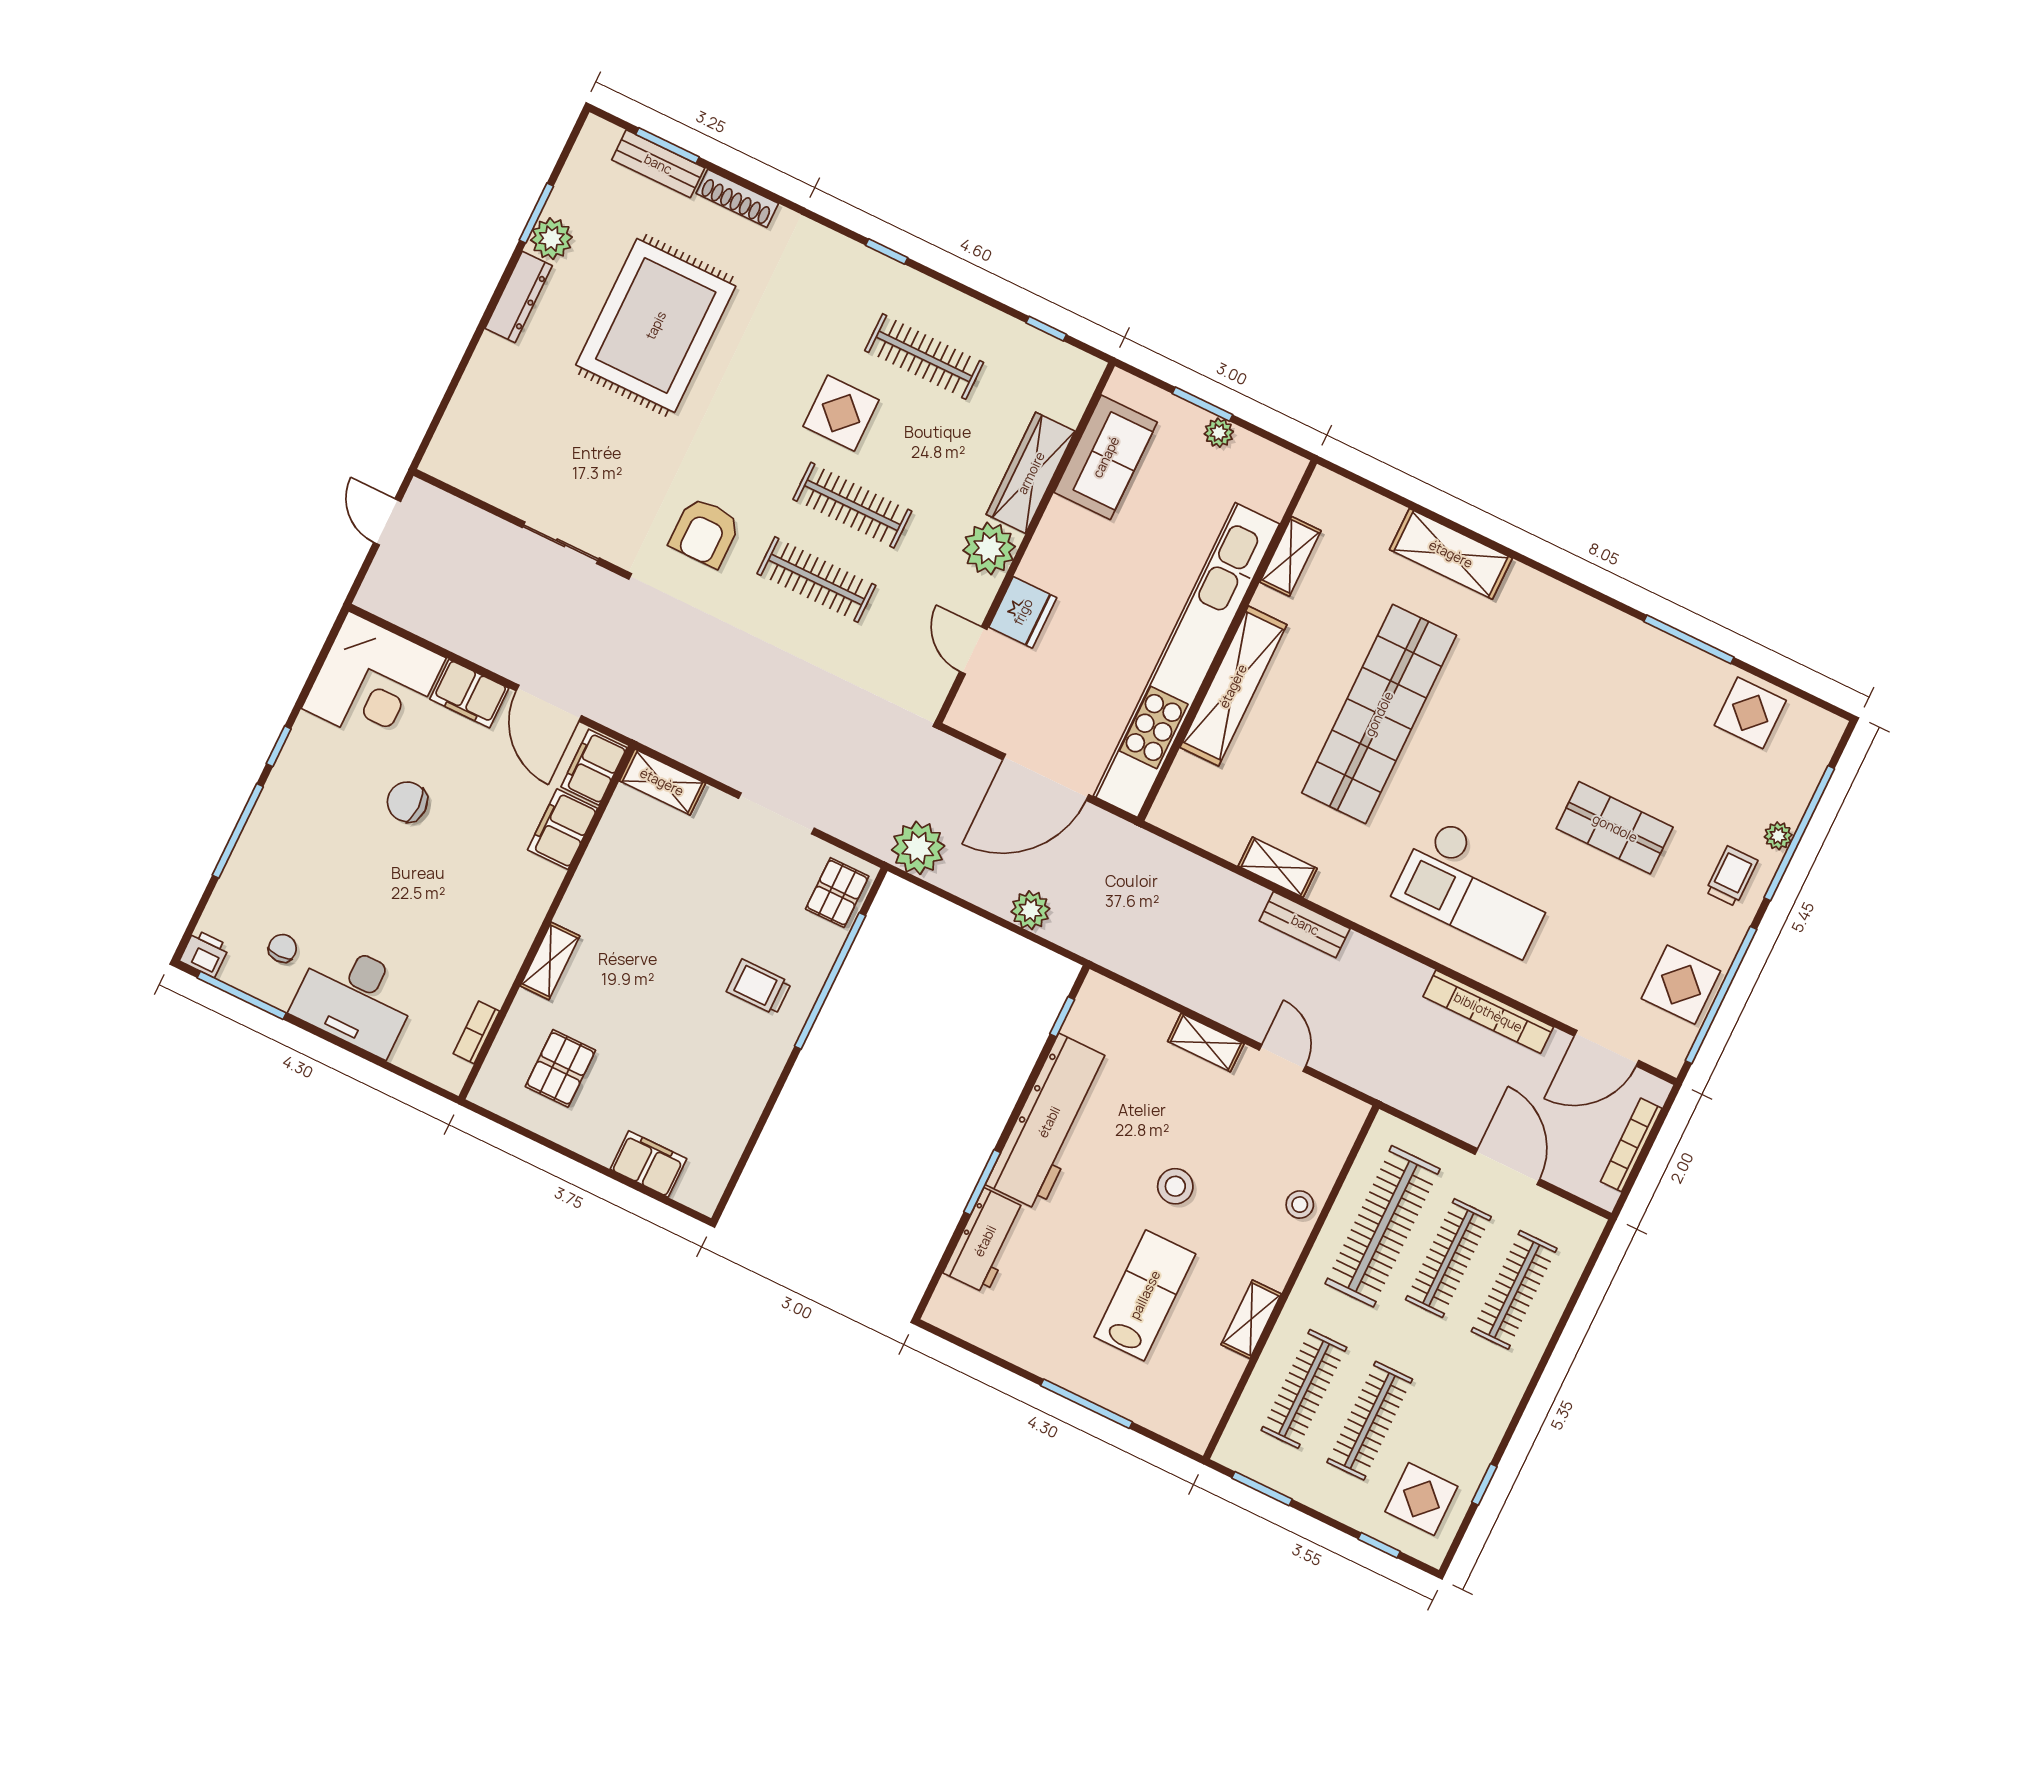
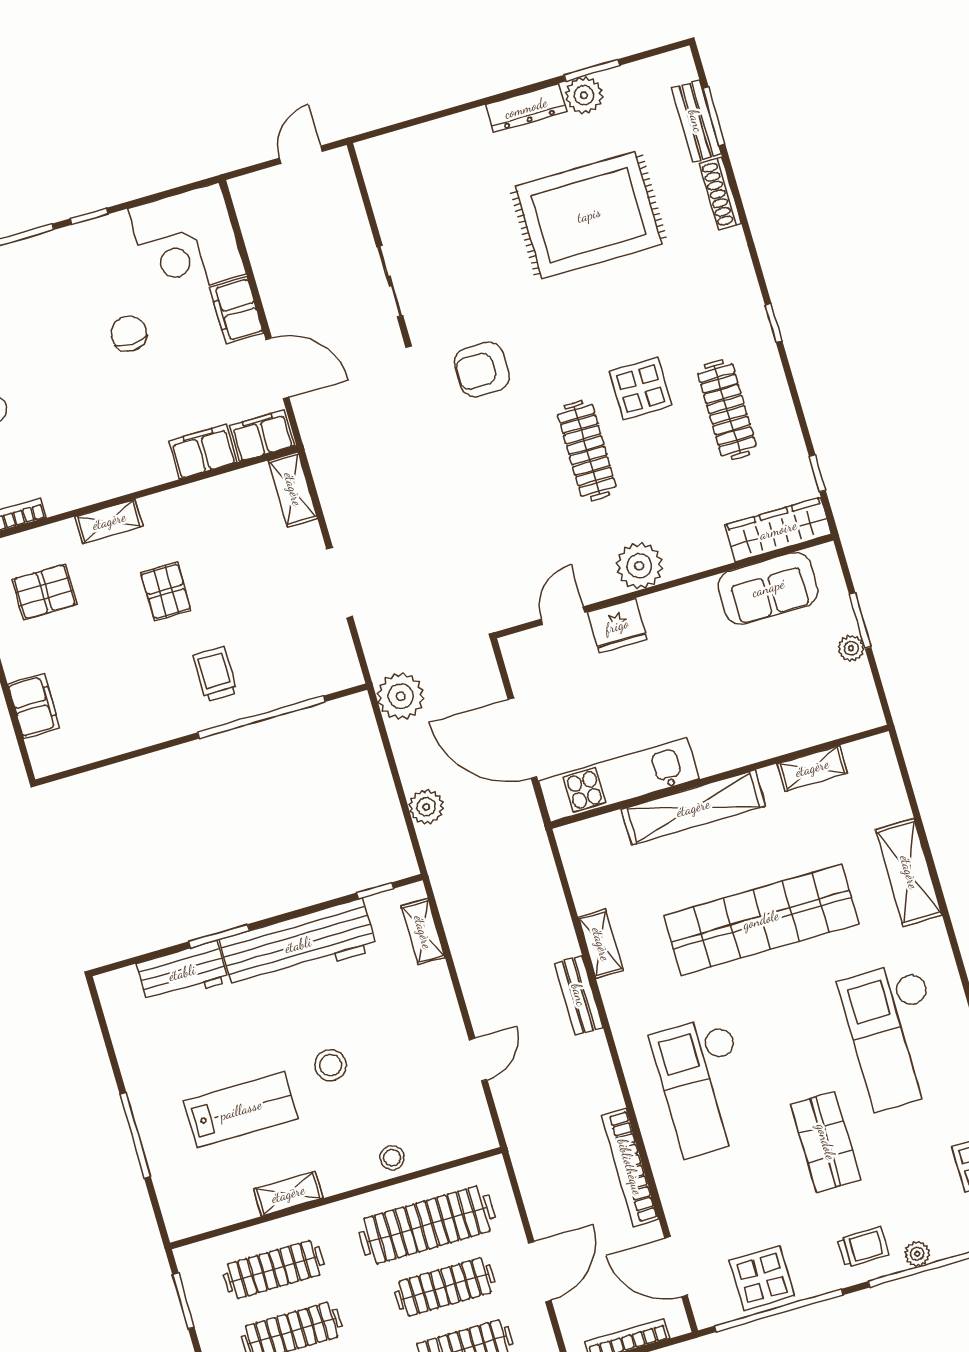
wardrobe: (1031, 473) -> (778, 530), moved
clothes rail: (816, 580) -> (517, 471), removed
kitchen unit: (1186, 660) -> (619, 780), width x0.54
checkout: (1579, 688) -> (896, 1035), added
door: (549, 703) -> (277, 368), swing flipped
pallet: (837, 893) -> (166, 591), moved, turned 90
shelving: (1206, 1042) -> (423, 932), moved

